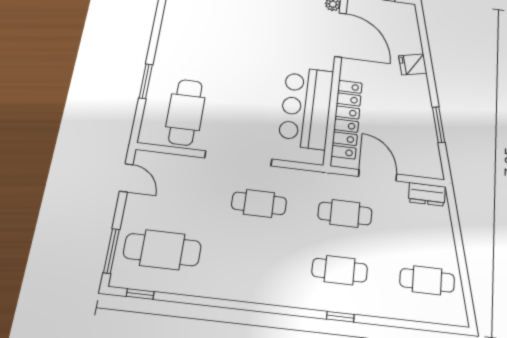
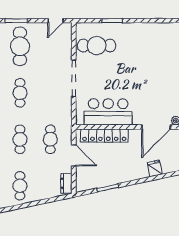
fridge: (413, 64) -> (155, 168), moved
door: (378, 175) -> (74, 155), hinge flipped
cafe table: (259, 203) -> (20, 93), moved

